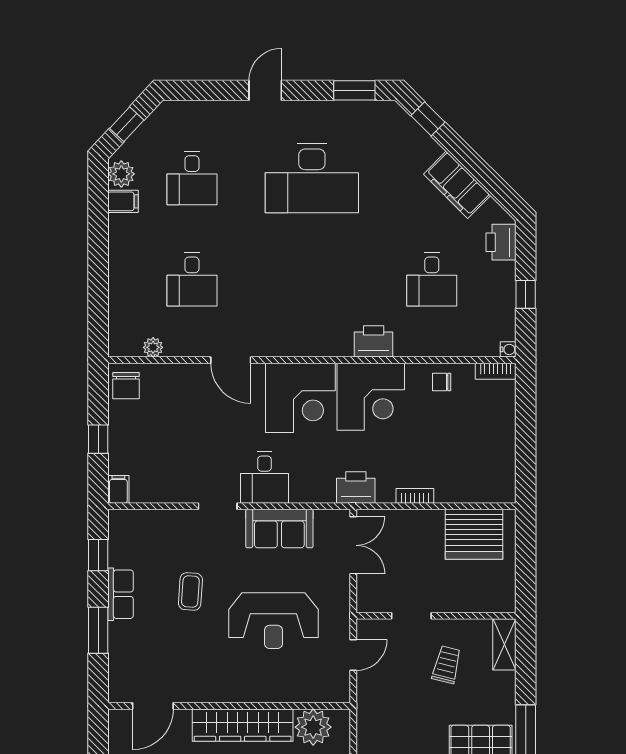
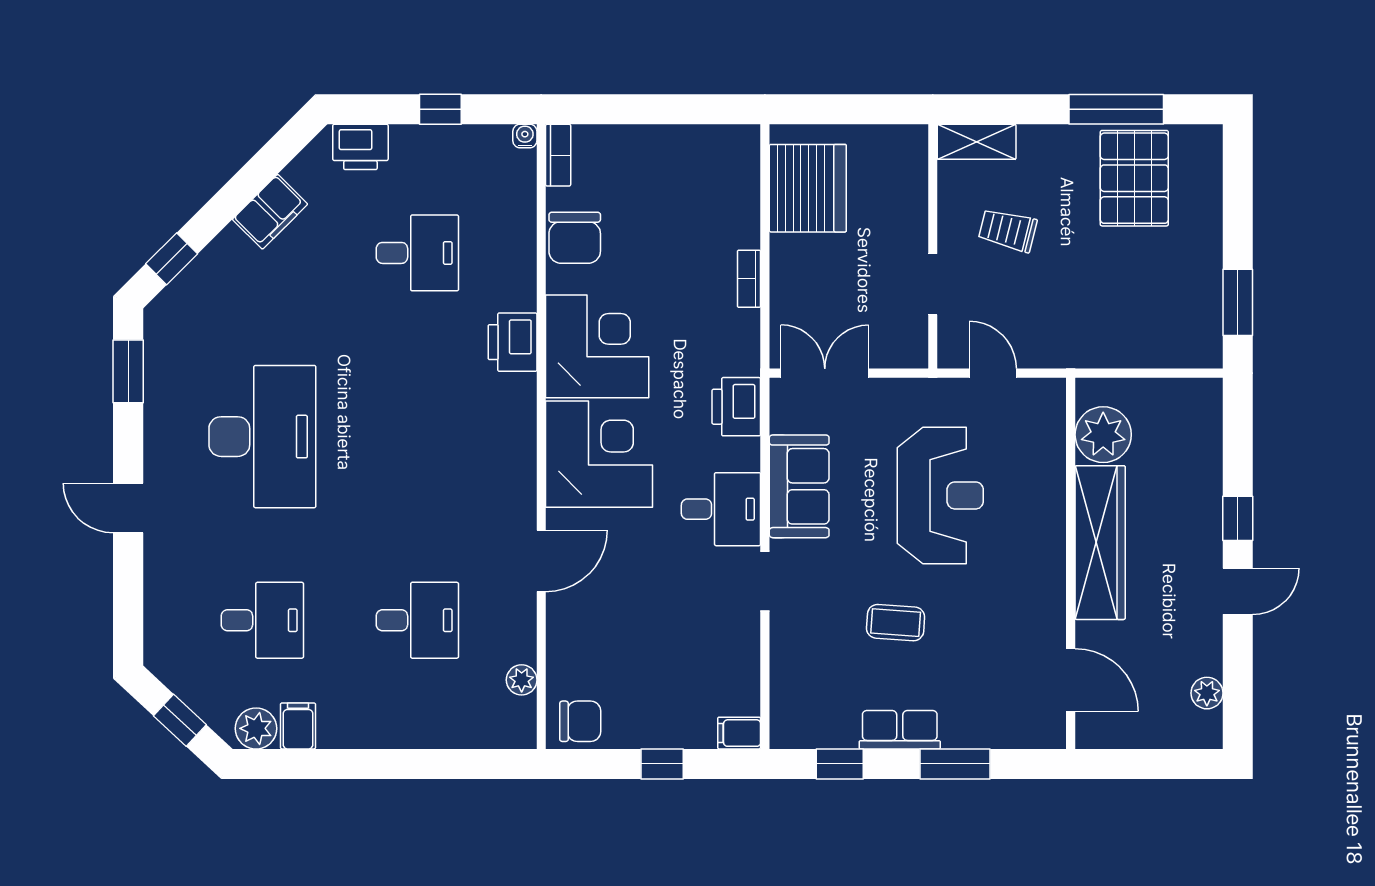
filing cabinet: (457, 185) -> (270, 212), width x0.67, depth x0.86
chair: (442, 382) -> (575, 238), width x1.87, depth x1.87
printer: (356, 488) -> (736, 407), moved

